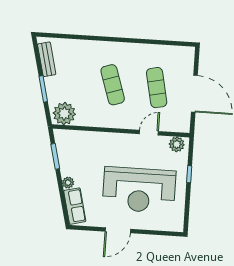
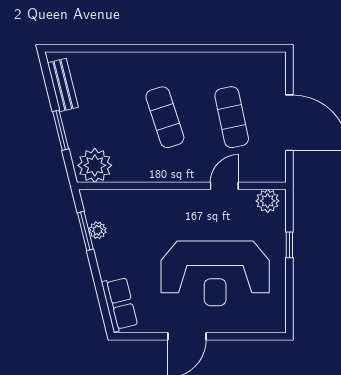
plant: (68, 183) -> (98, 230), moved

